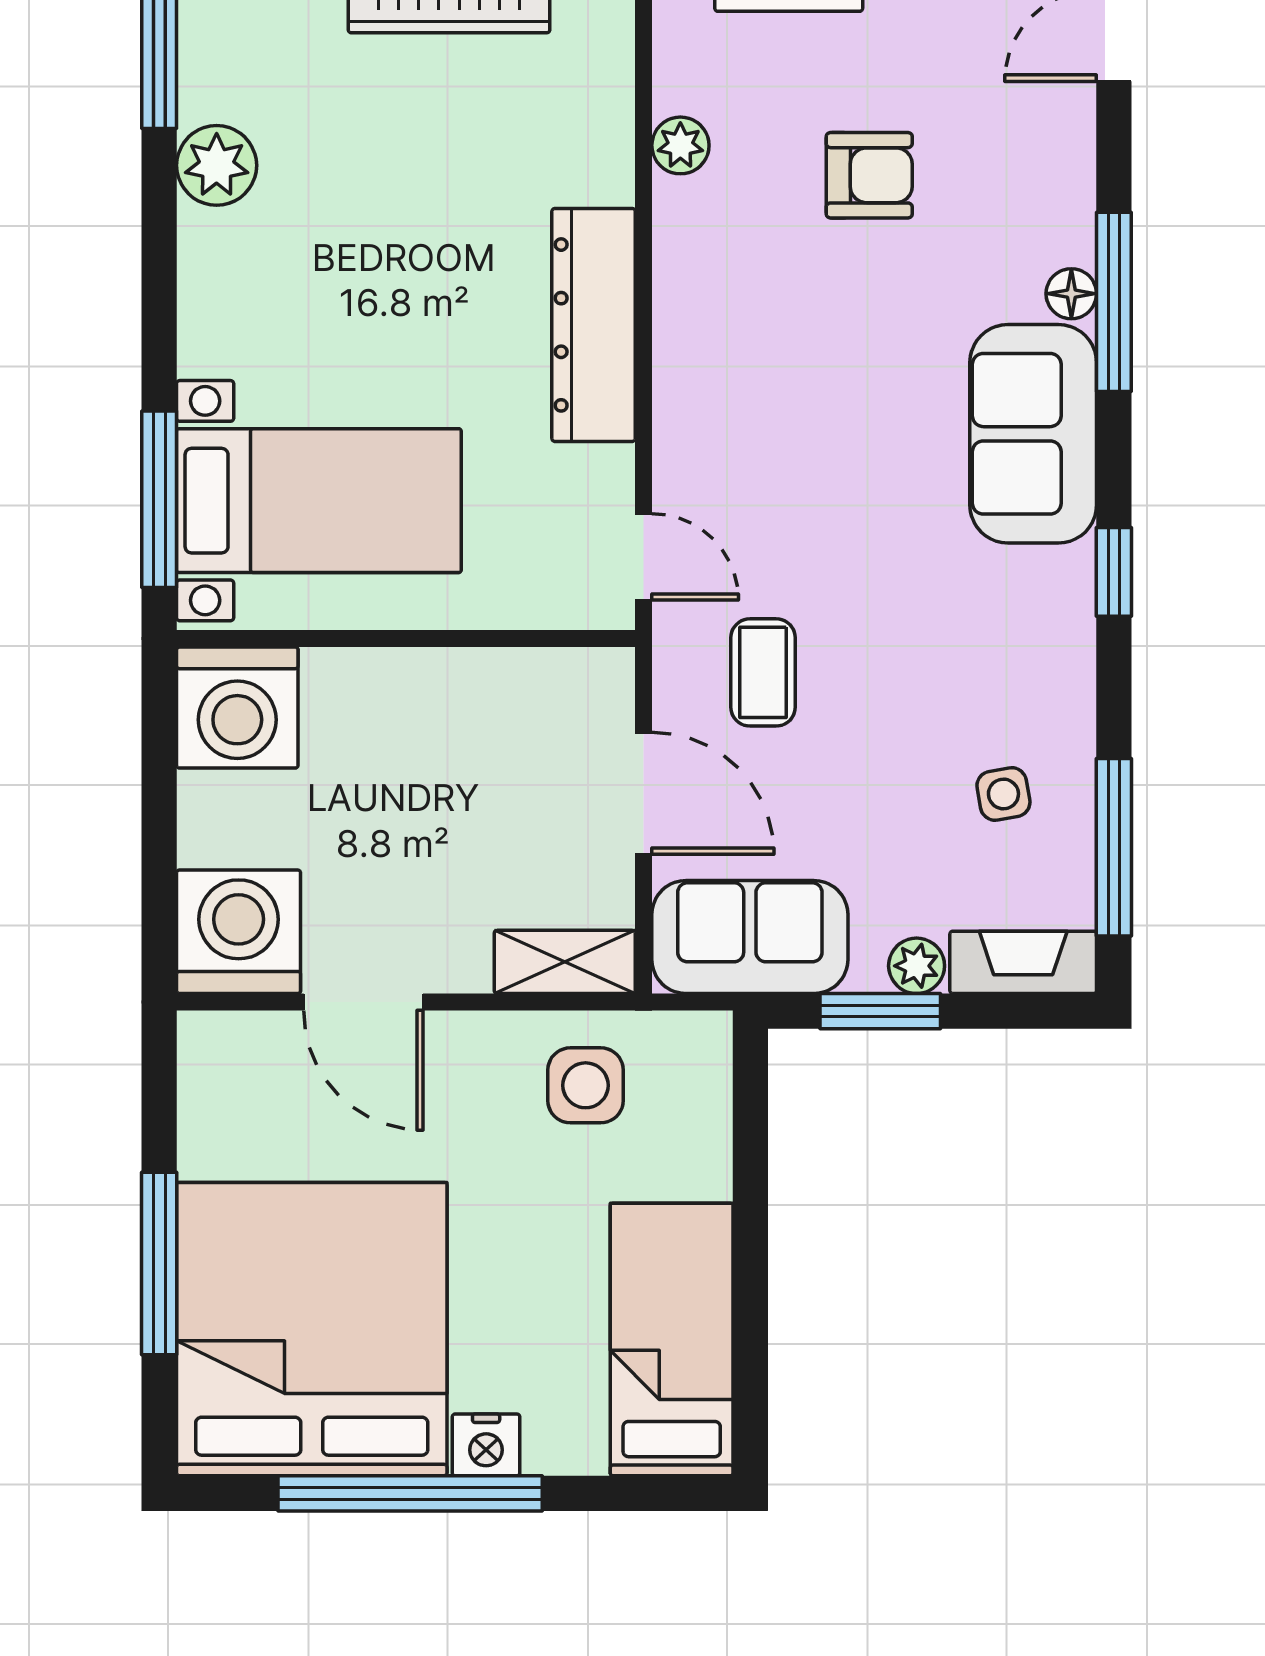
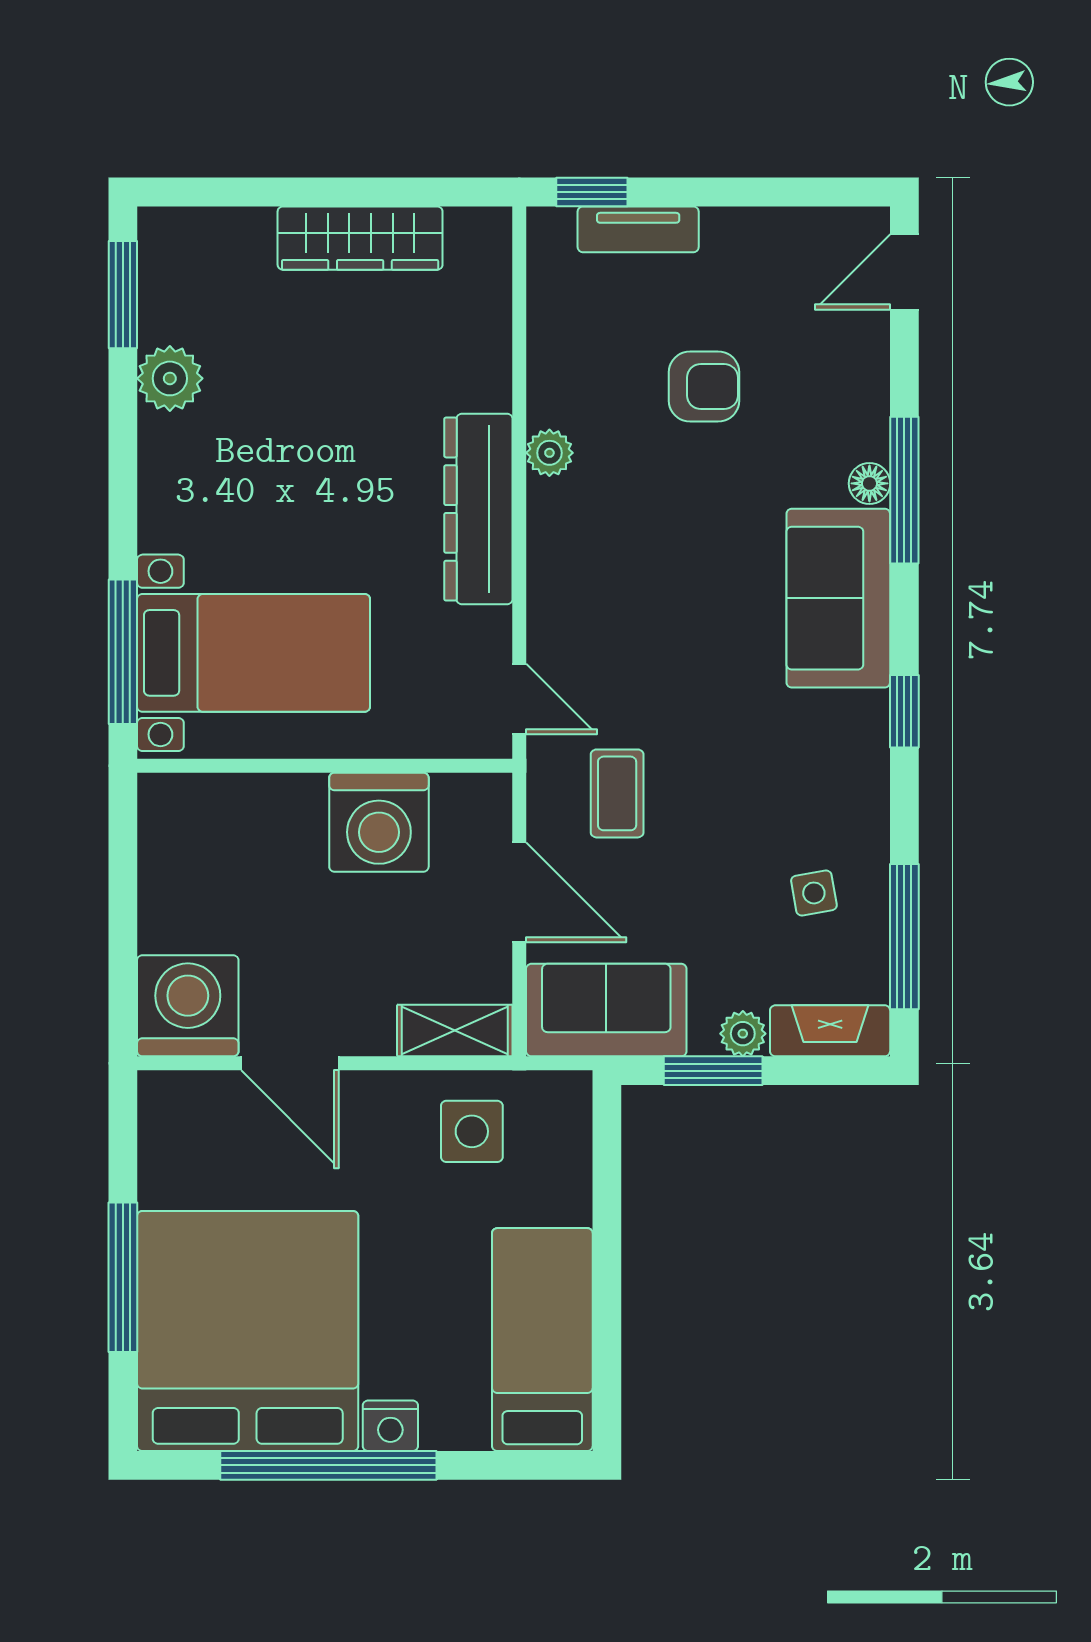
plant: (680, 145) -> (549, 453), moved
washing machine: (237, 708) -> (379, 822), moved

